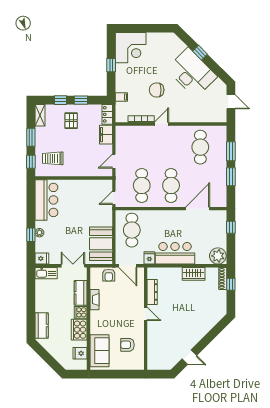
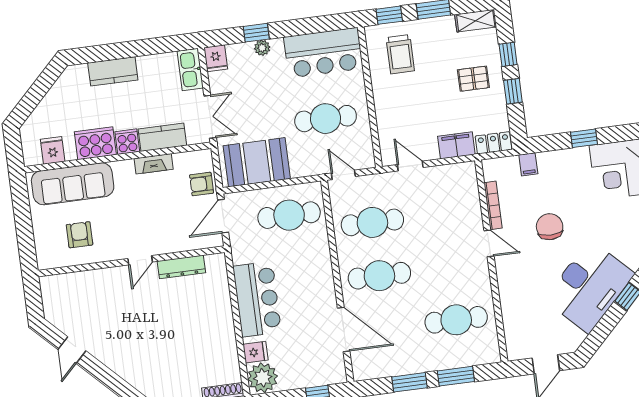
trolley: (53, 158) -> (400, 54), turned 180
cafe table: (82, 203) -> (326, 119), added
fridge: (149, 258) -> (255, 352), moved
wardrobe: (194, 274) -> (224, 338), removed
kitchen counter: (42, 325) -> (113, 71), moved
sofa: (99, 351) -> (73, 184), width x1.36

